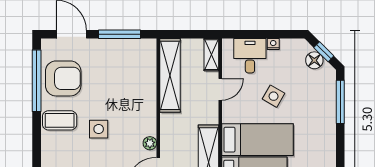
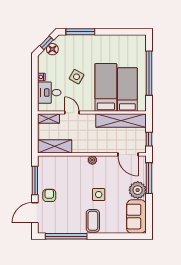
shelving: (170, 75) -> (55, 146), width x0.68
armchair: (63, 78) -> (49, 195), moved, width x0.53, depth x0.53
plant: (150, 143) -> (92, 160), moved

